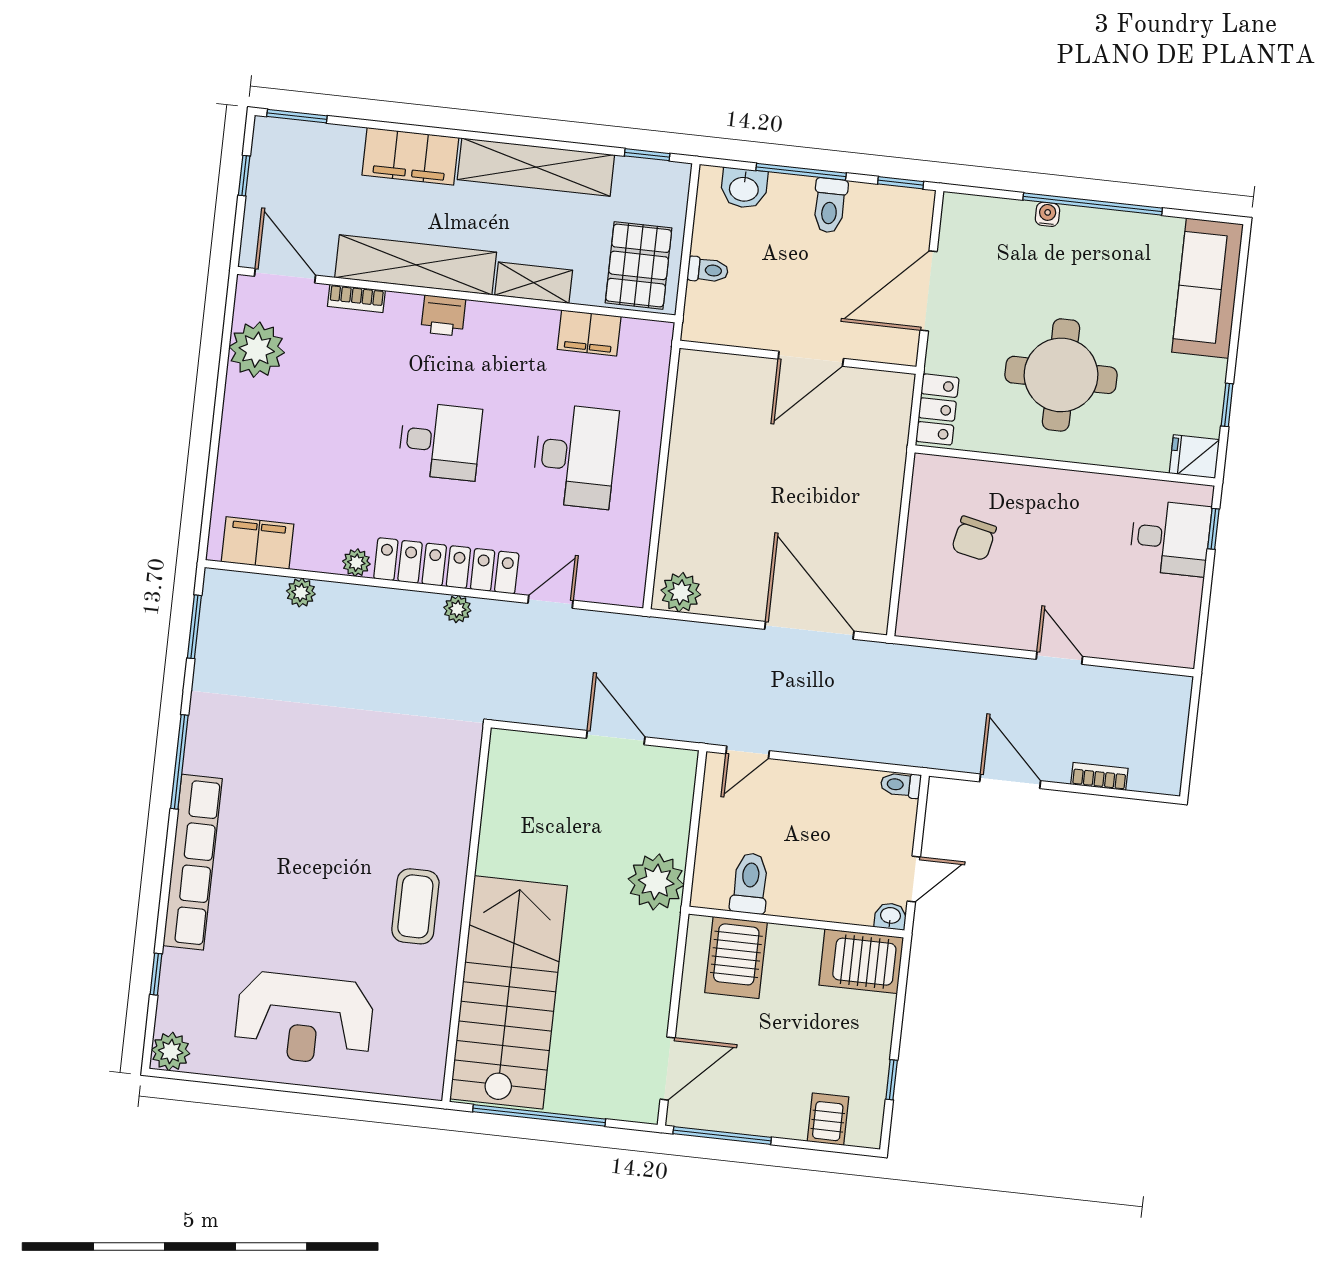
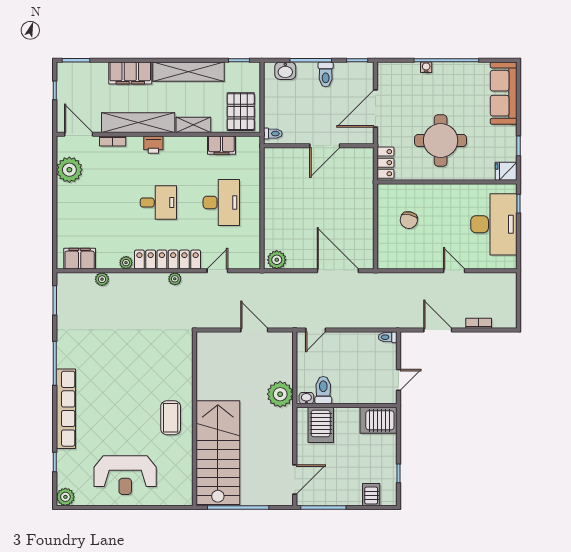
toilet: (708, 270) -> (273, 134), moved
desk: (1170, 538) -> (494, 224), width x1.87, depth x1.30
washbasin: (890, 916) -> (306, 398), moved

